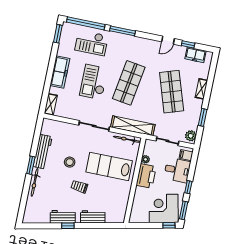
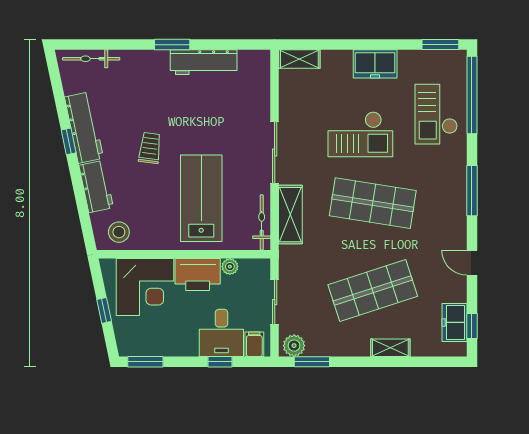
window: (123, 31) -> (472, 191), moved
window: (188, 44) -> (472, 326), moved
freezer: (60, 72) -> (375, 64), width x0.71
checkout: (94, 82) -> (360, 134), turned 180
window: (203, 117) -> (312, 362), moved
shelving: (133, 126) -> (290, 215), width x0.68
stool: (70, 162) -> (119, 232), moved
bicycle: (35, 182) -> (91, 59), moved
window: (188, 187) -> (220, 362), moved
corner desk: (164, 208) -> (145, 287), moved, turned 102
workbench: (63, 217) -> (84, 128), width x1.38
window: (169, 225) -> (104, 310), moved

